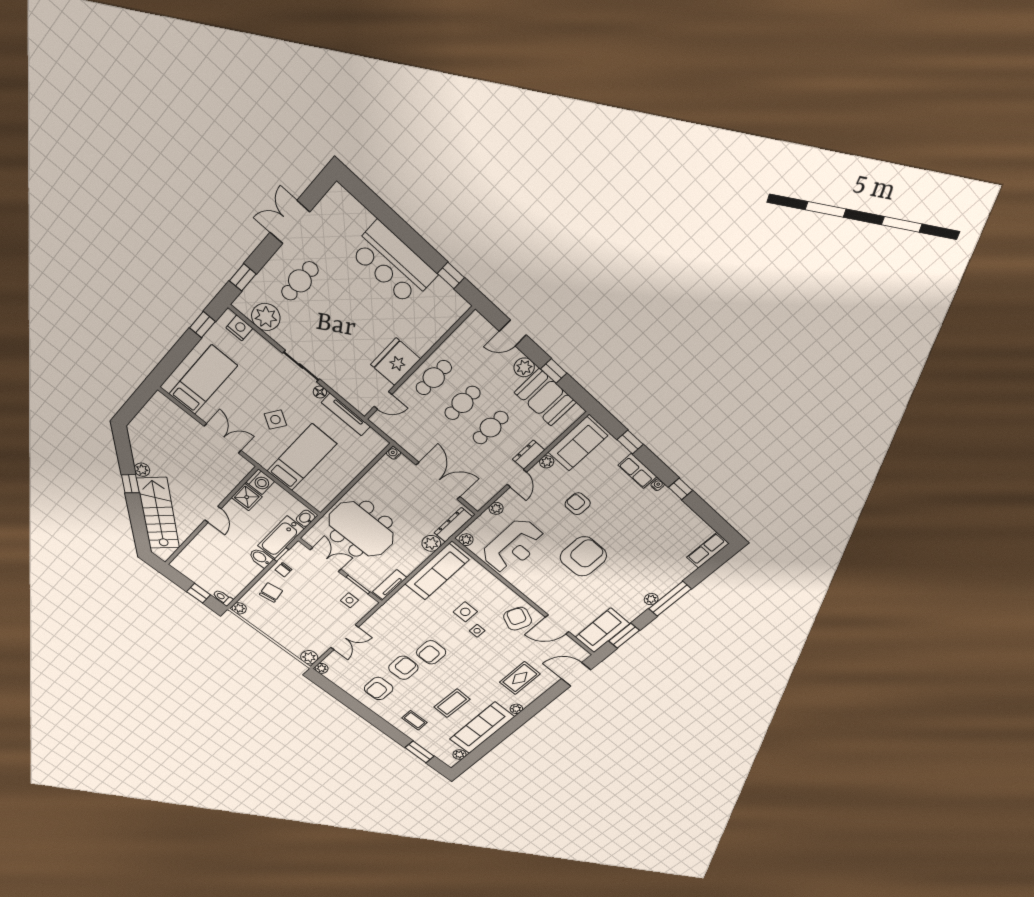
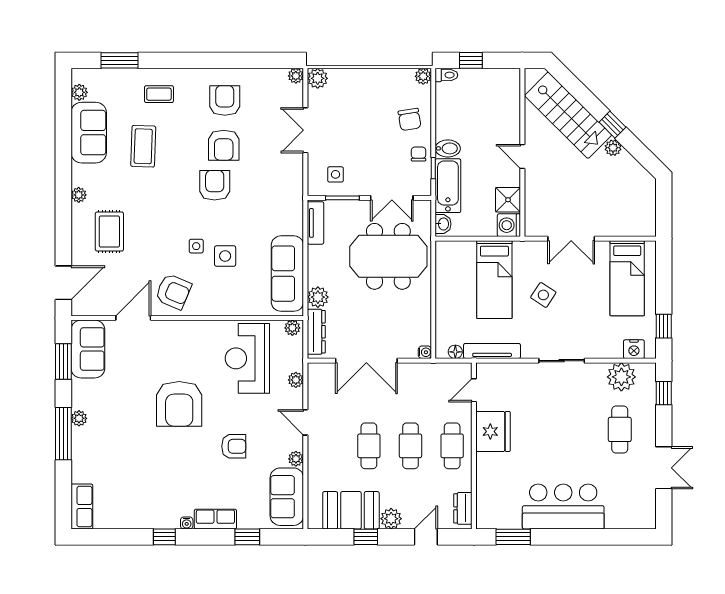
window: (451, 275) -> (513, 537), width x1.50
floor lamp: (320, 392) -> (455, 352), moved
dresser: (529, 455) -> (463, 508), moved, turned 180
sofa: (482, 728) -> (89, 133), width x0.73

